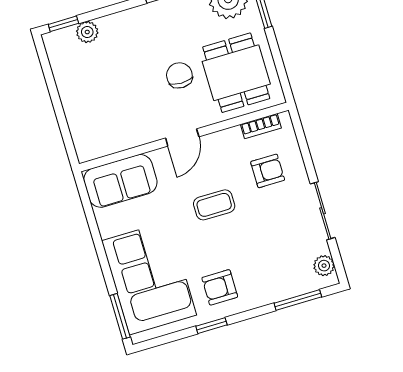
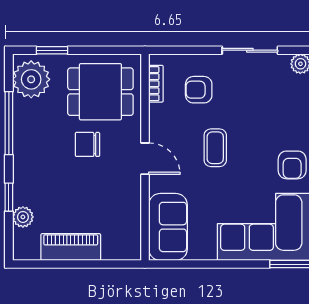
window: (63, 24) -> (9, 197), moved
piano: (71, 89) -> (71, 247), added
armchair: (268, 171) -> (199, 90), turned -90

